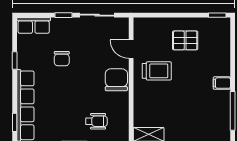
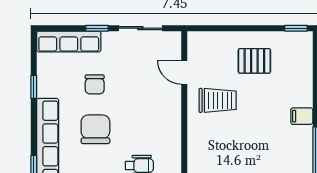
row of seats: (34, 25) -> (69, 41), width x1.48
chair: (116, 80) -> (95, 129), moved

